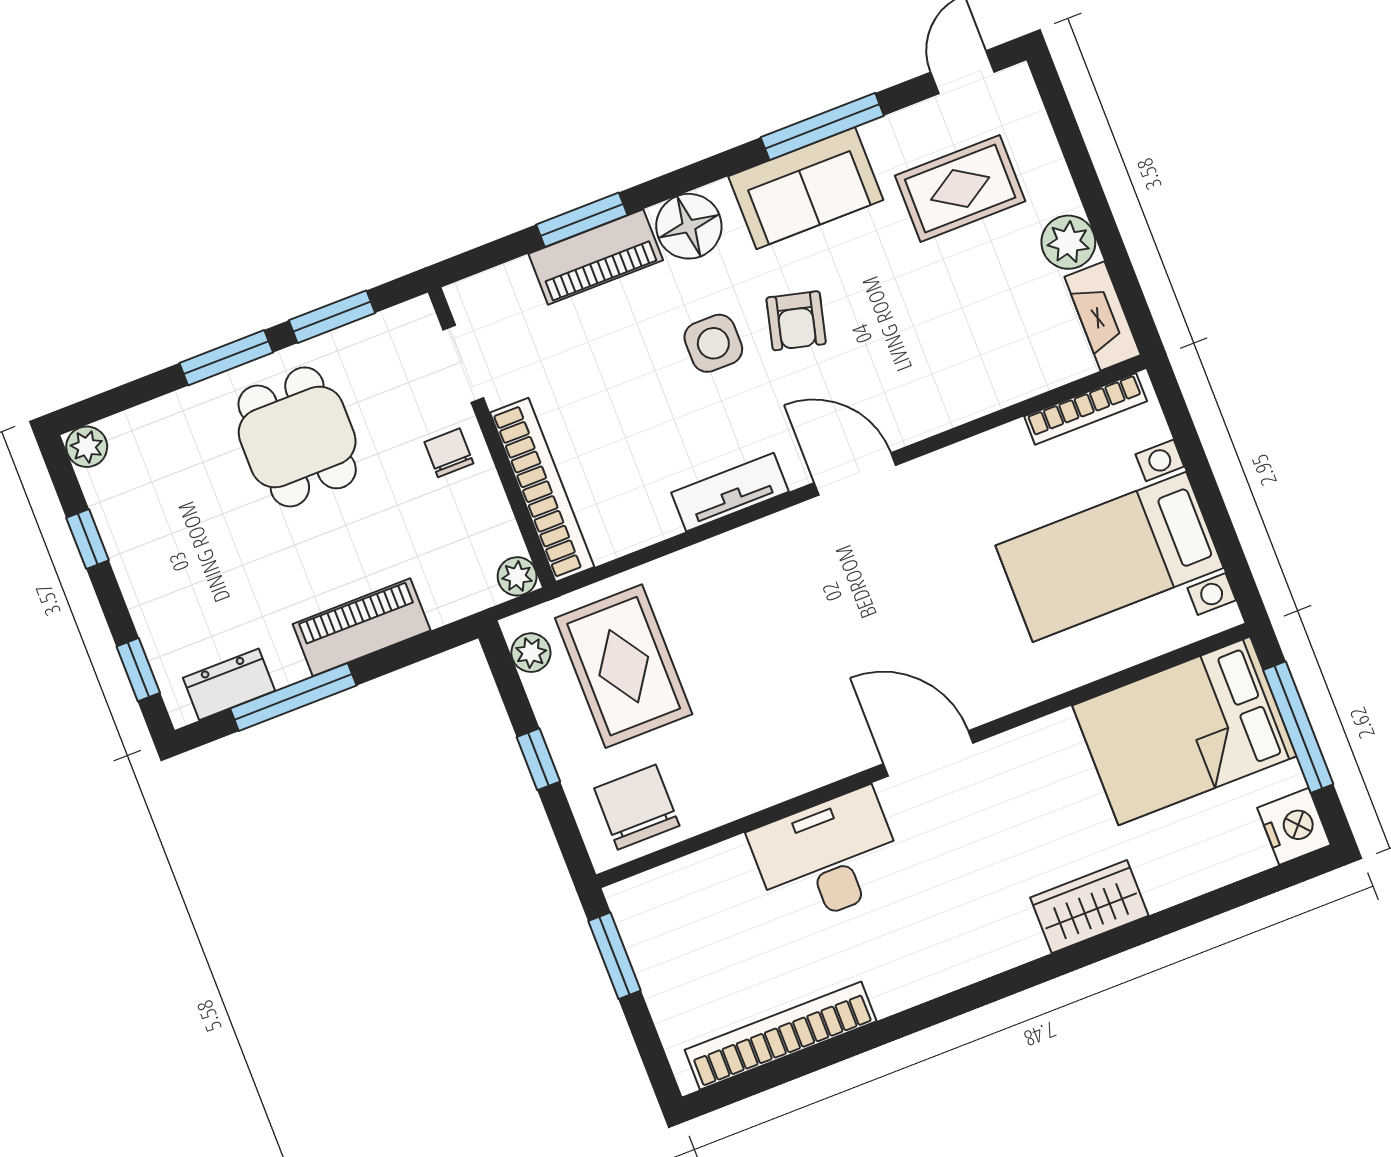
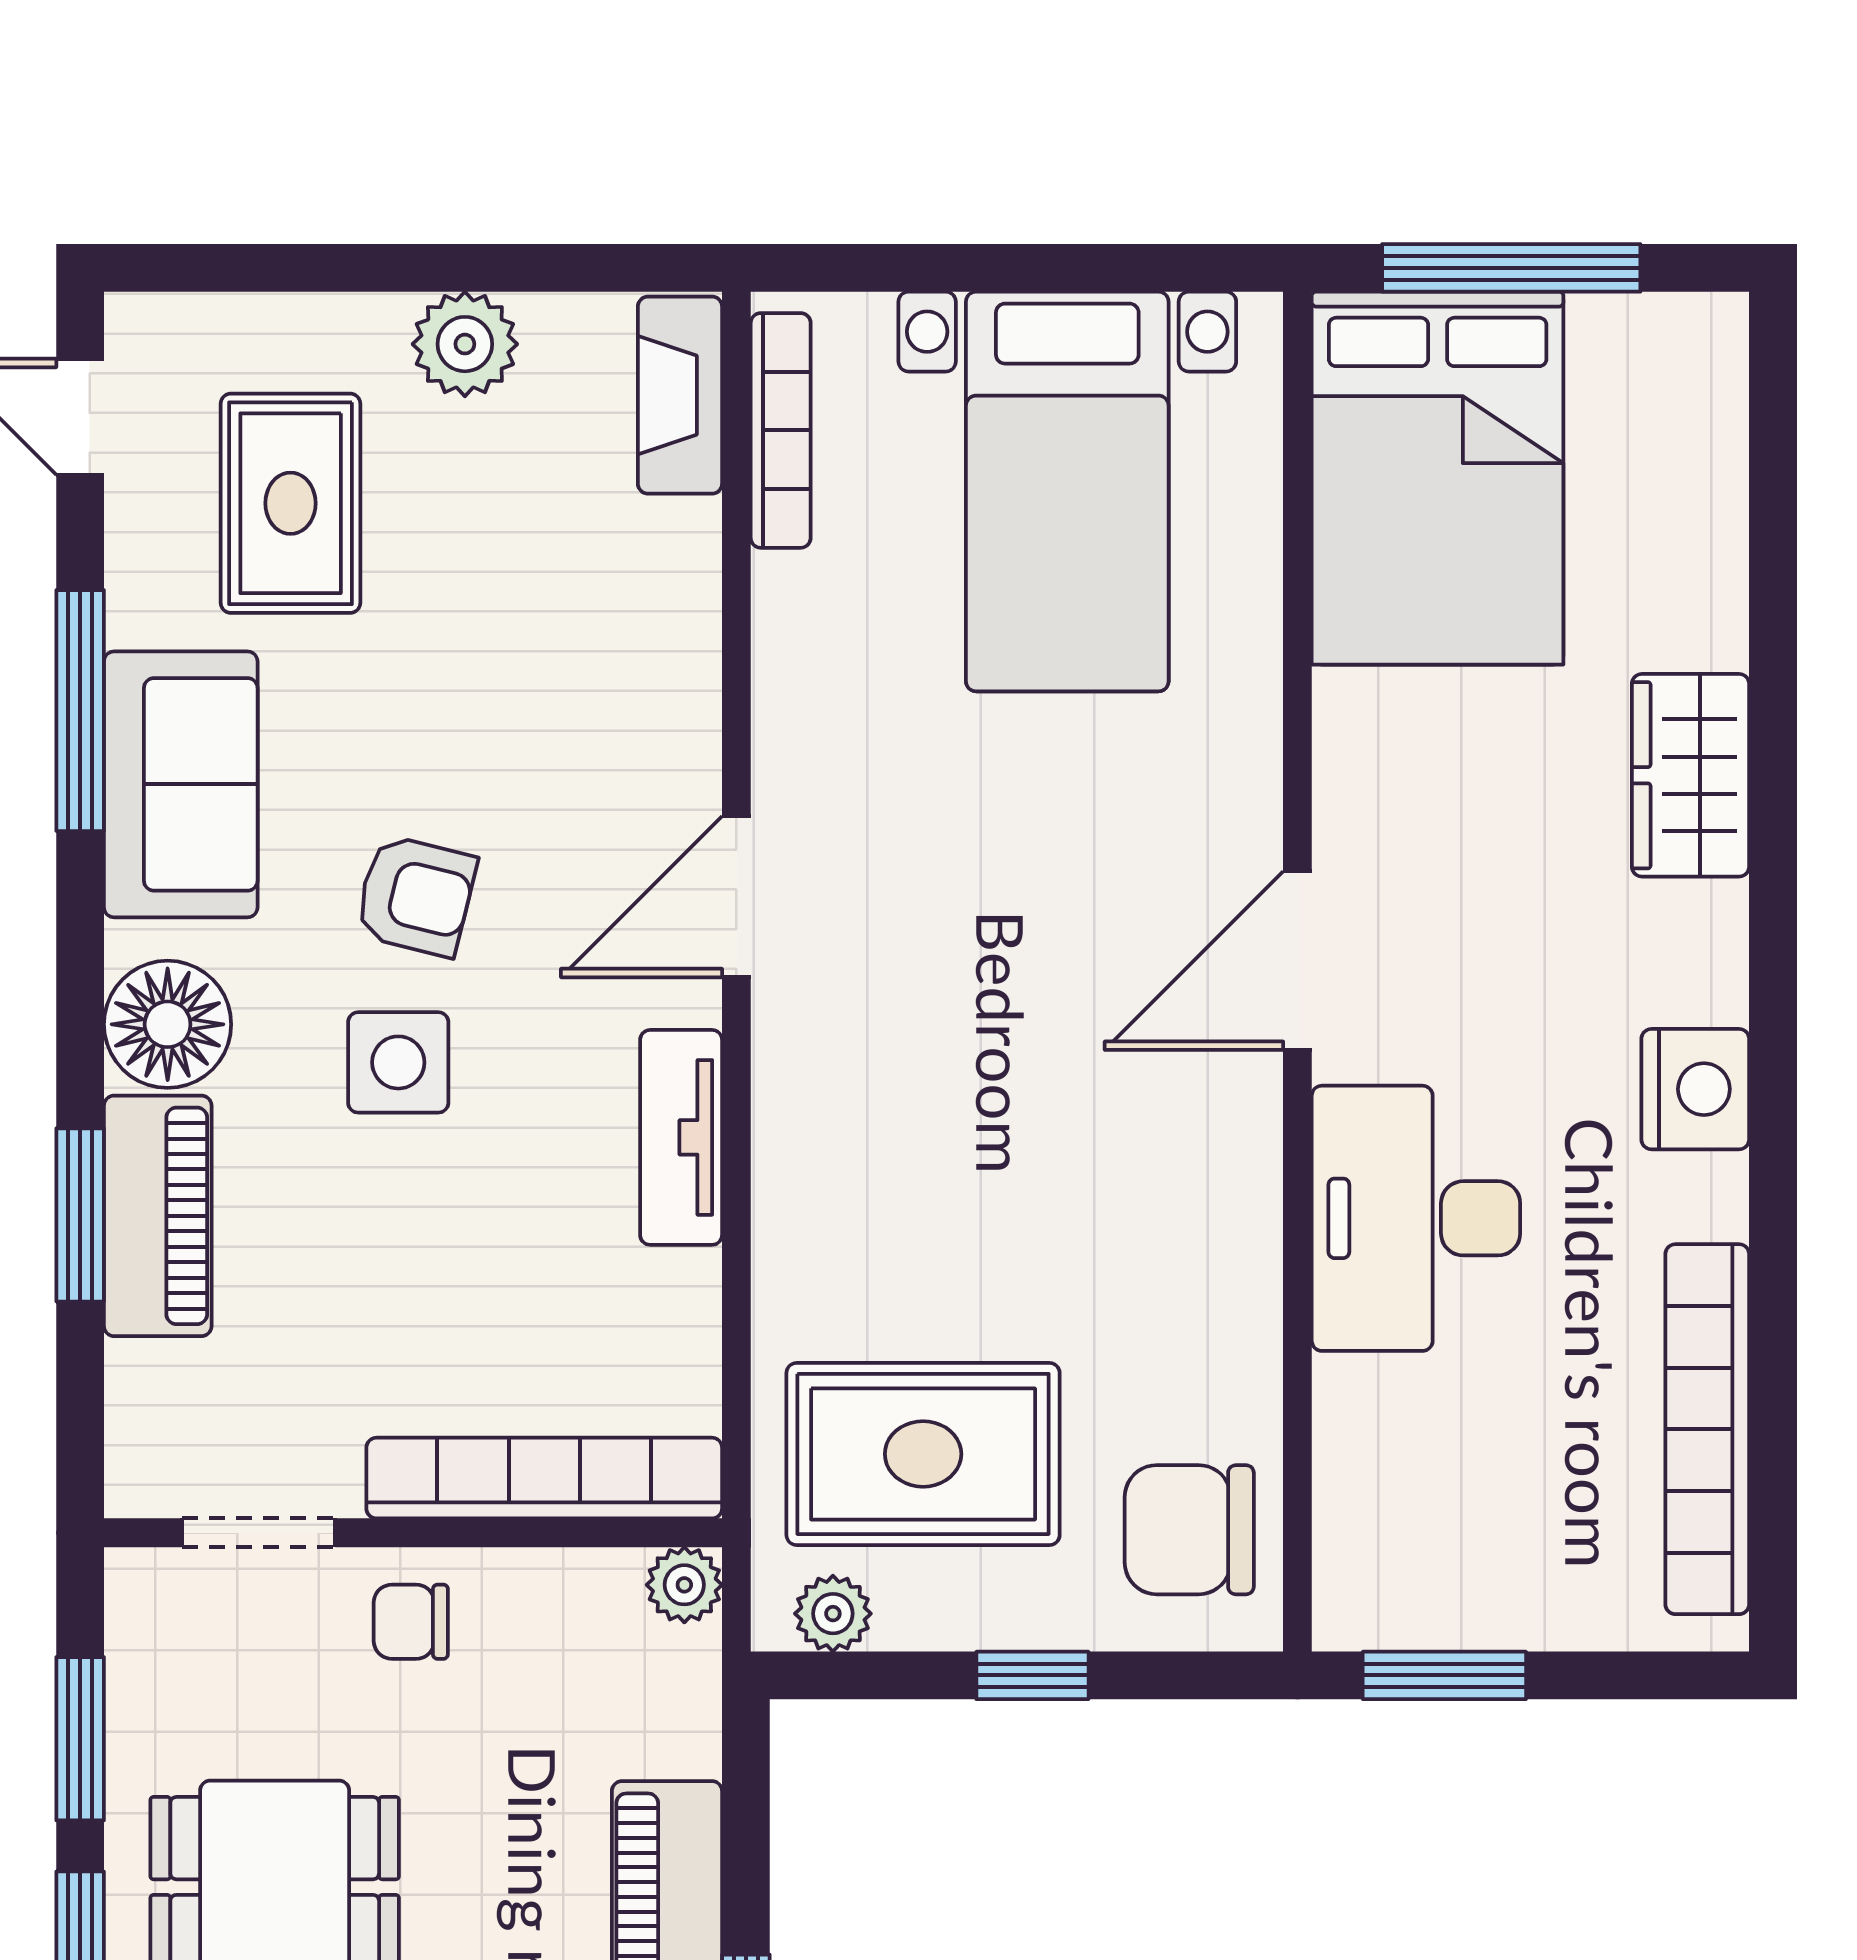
fireplace: (1103, 316) -> (680, 395), moved, turned 90
nightstand: (1294, 826) -> (1695, 1089), moved, turned 90

